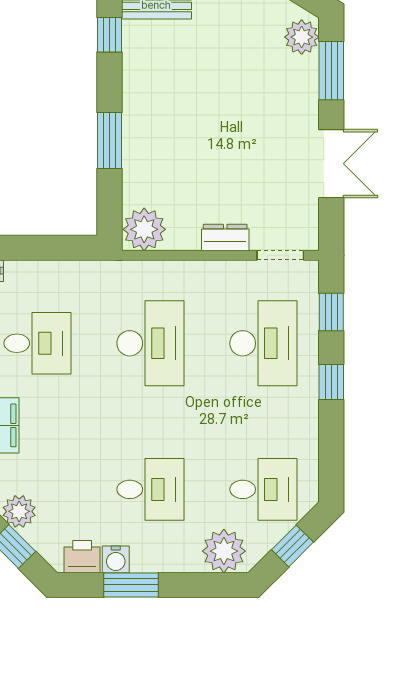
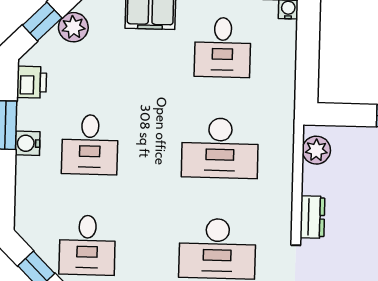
plant: (144, 229) -> (316, 150), width x0.73, depth x0.73
plant: (224, 551) -> (33, 209), removed
water cooler: (116, 559) -> (28, 143), moved

